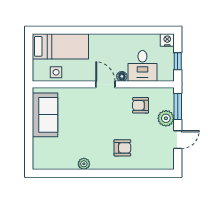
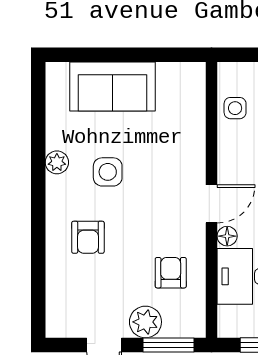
sofa: (45, 115) -> (112, 87), moved
side table: (89, 138) -> (108, 172), added

